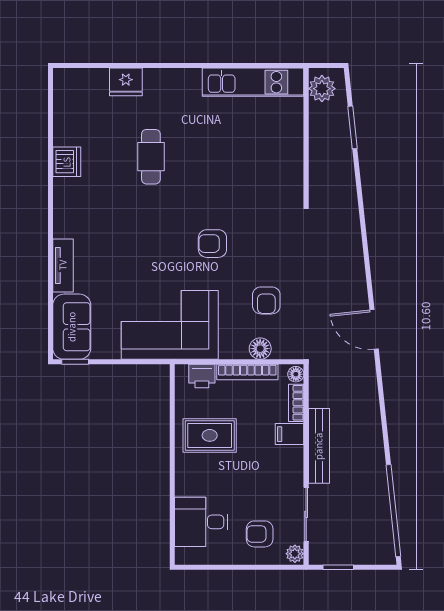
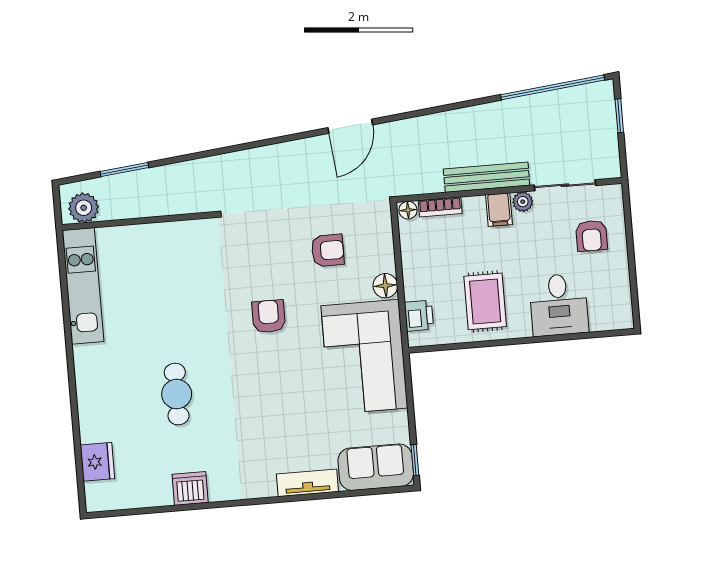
fridge: (126, 82) -> (97, 462), moved
cafe table: (151, 157) -> (177, 394), turned 90
armchair: (212, 244) -> (269, 316), turned 180
floor lamp: (260, 349) -> (385, 286), moved
bookcase: (247, 372) -> (410, 265), removed
filing cabinet: (290, 434) -> (499, 210), moved
desk: (201, 522) -> (559, 305), moved
plant: (295, 554) -> (523, 202), moved
window: (338, 567) -> (619, 116), moved

